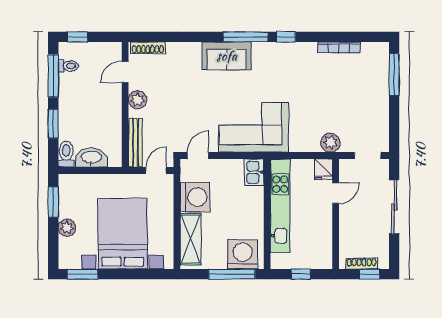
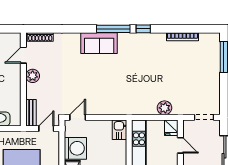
corner sofa: (254, 127) -> (119, 96), removed
bench: (135, 143) -> (31, 113), width x0.73
plant: (330, 143) -> (164, 108), moved
door: (336, 193) -> (180, 145), hinge flipped

